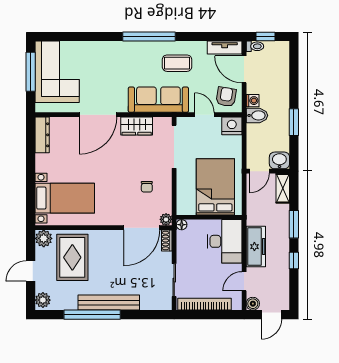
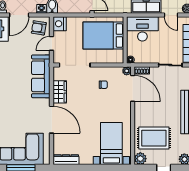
coffee table: (177, 63) -> (15, 63), removed

